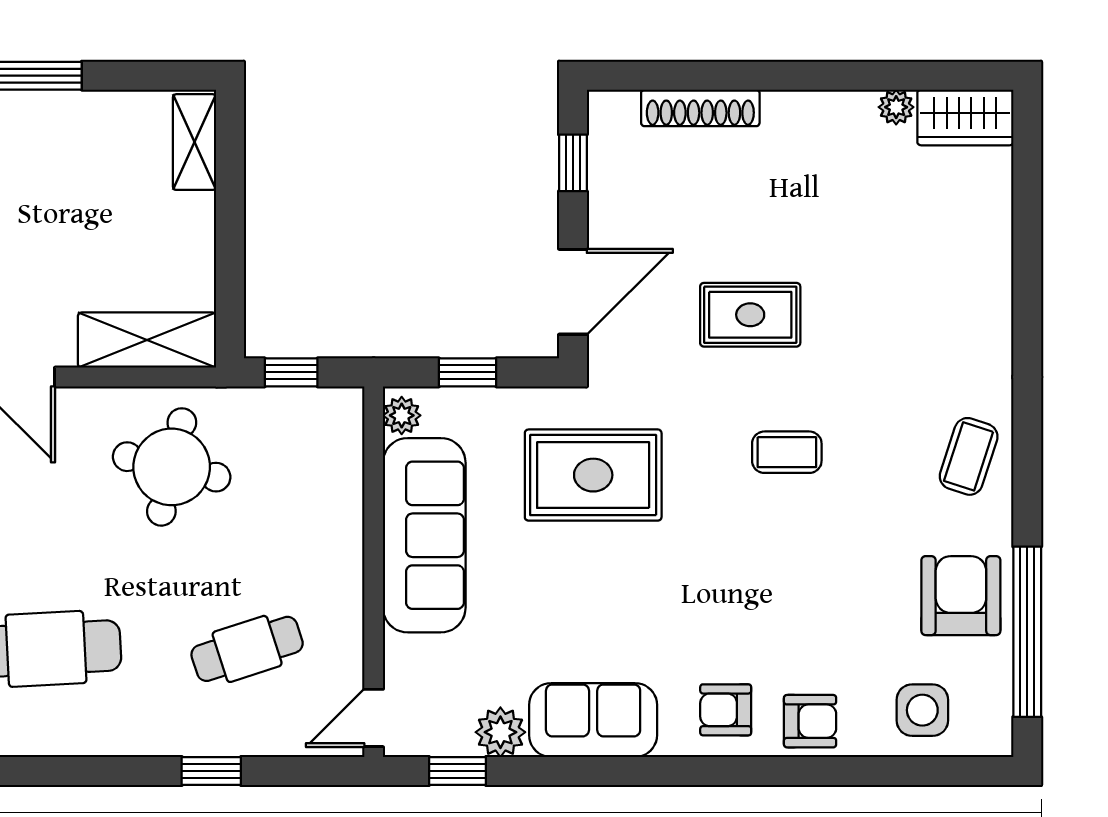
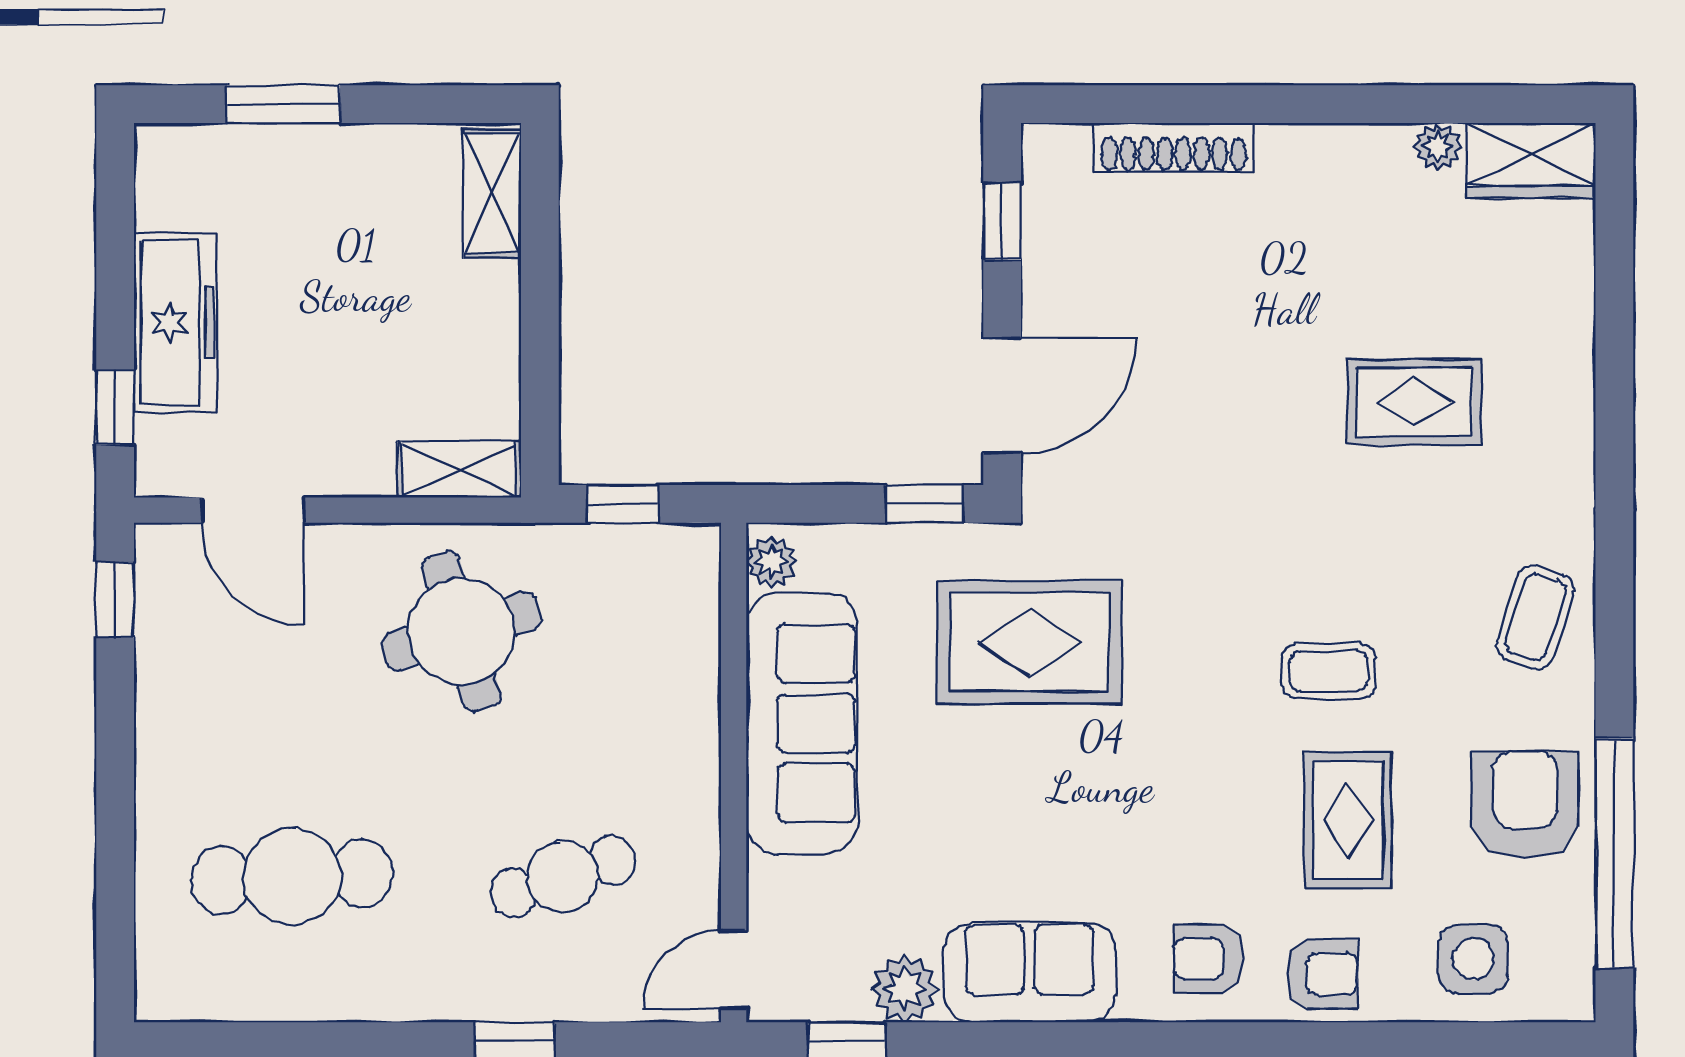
rug: (750, 315) -> (1414, 402), moved
shelving: (147, 340) -> (459, 470), width x0.67, depth x0.75
window: (468, 372) -> (924, 504), moved
coffee table: (787, 452) -> (1329, 671), moved
round table: (172, 467) -> (461, 631), turned -30
rug: (829, 607) -> (1348, 820), added

